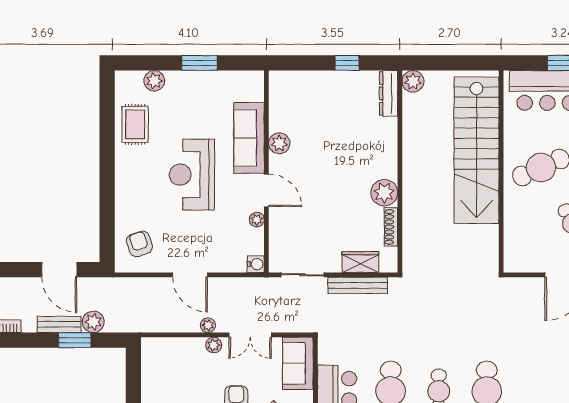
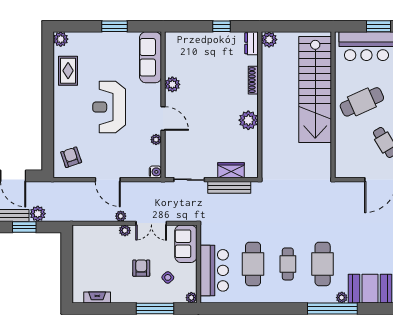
plant: (154, 81) -> (61, 39), moved
dresser: (389, 93) -> (251, 43), width x0.70
sofa: (249, 138) -> (151, 57), moved
shoe rack: (391, 227) -> (253, 80), moved

